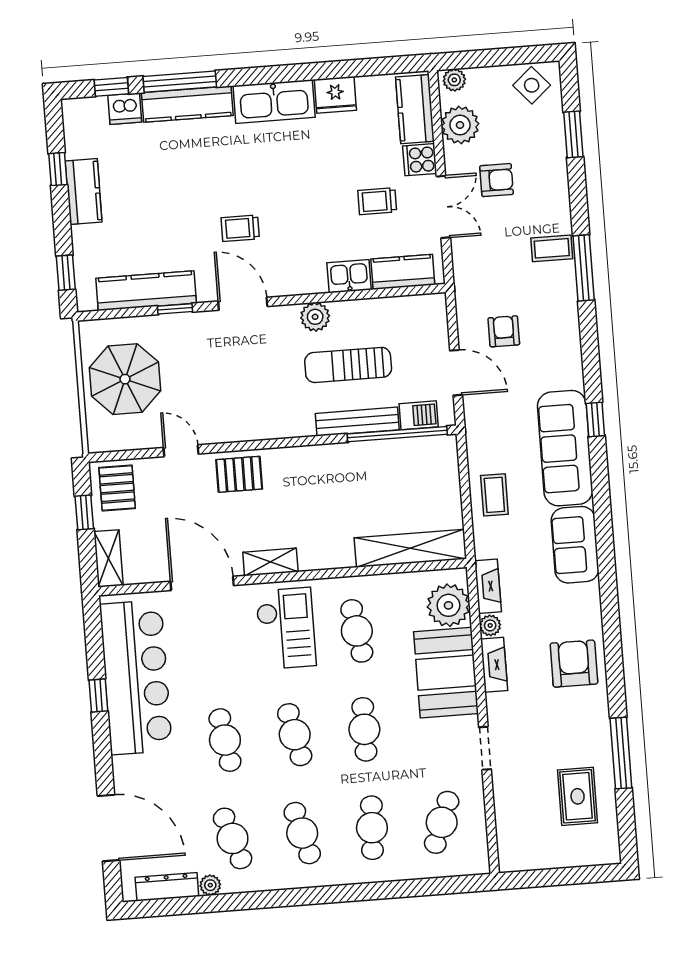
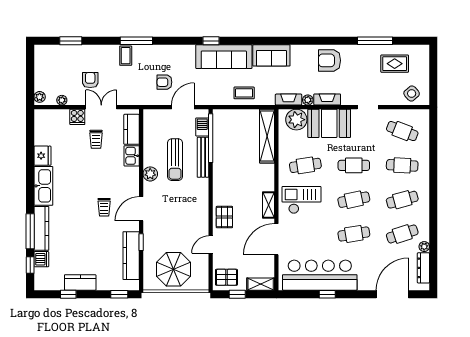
side table: (532, 85) -> (412, 94), moved
kitchen counter: (415, 109) -> (52, 117), removed
plant: (460, 125) -> (62, 100), width x0.53, depth x0.53

